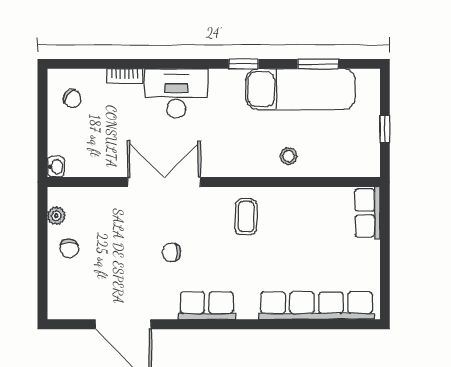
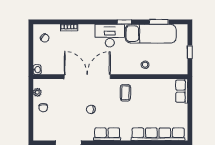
desk: (176, 93) -> (110, 36), moved
double door: (164, 182) -> (87, 77), width x1.36

